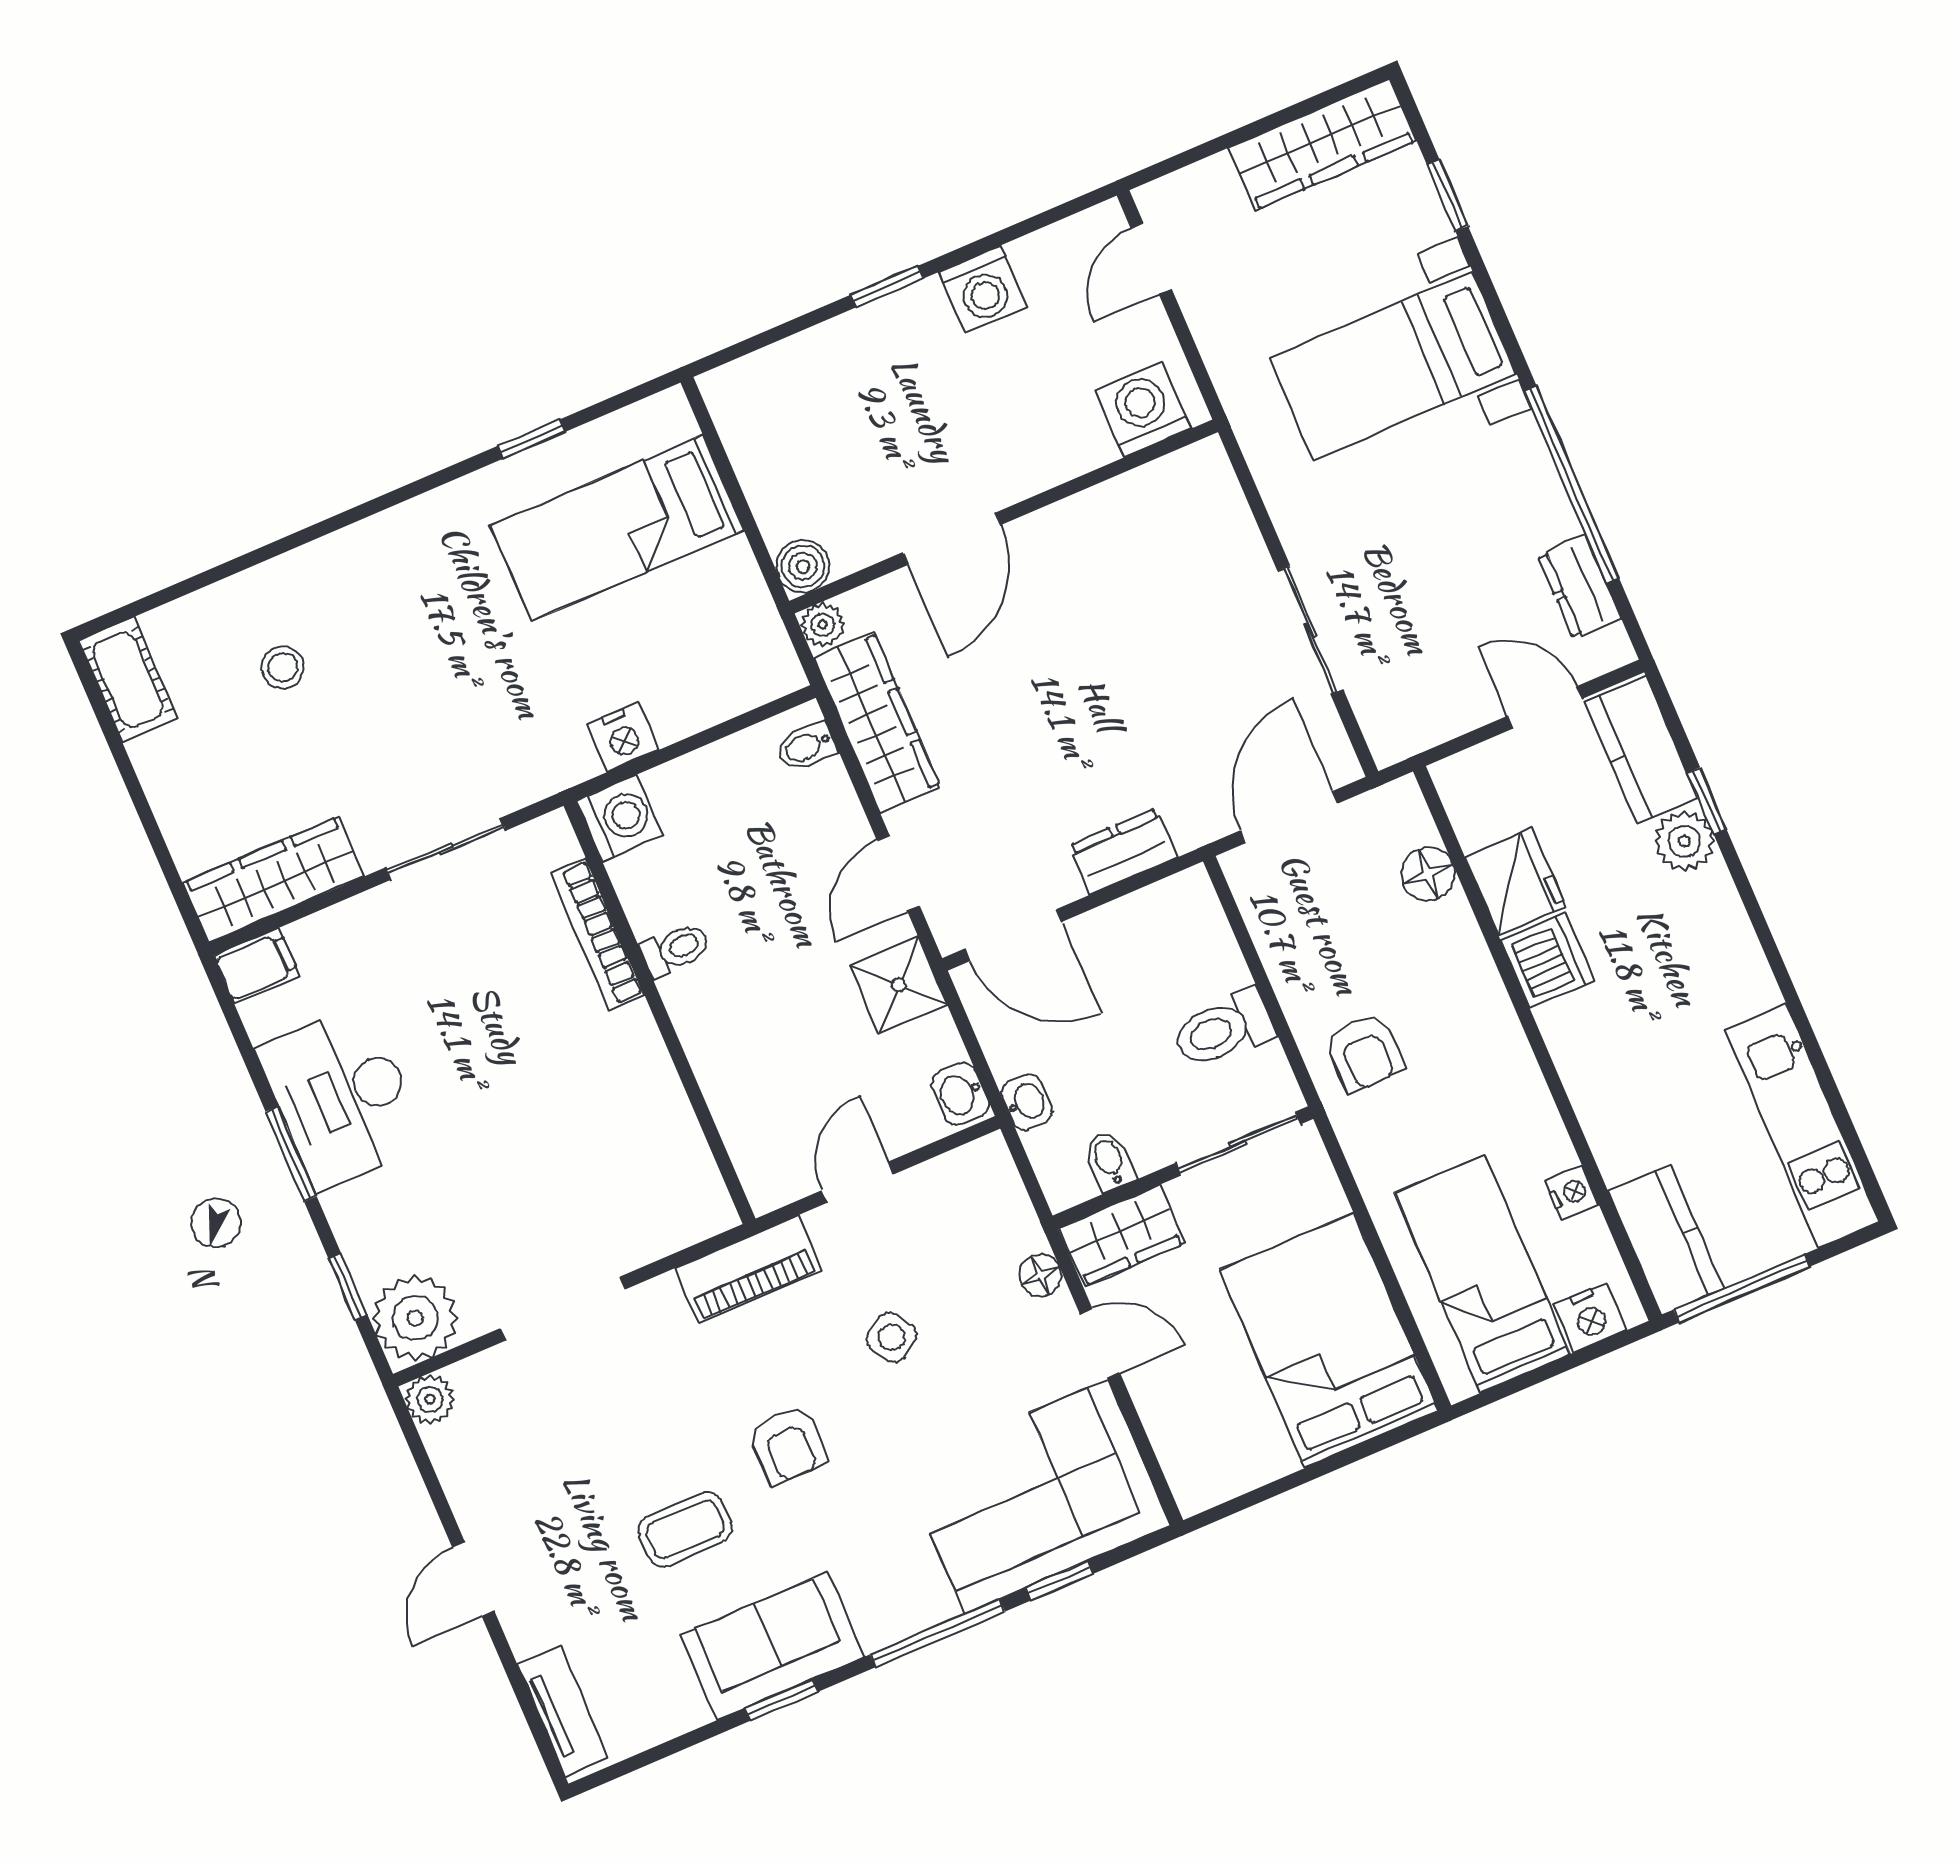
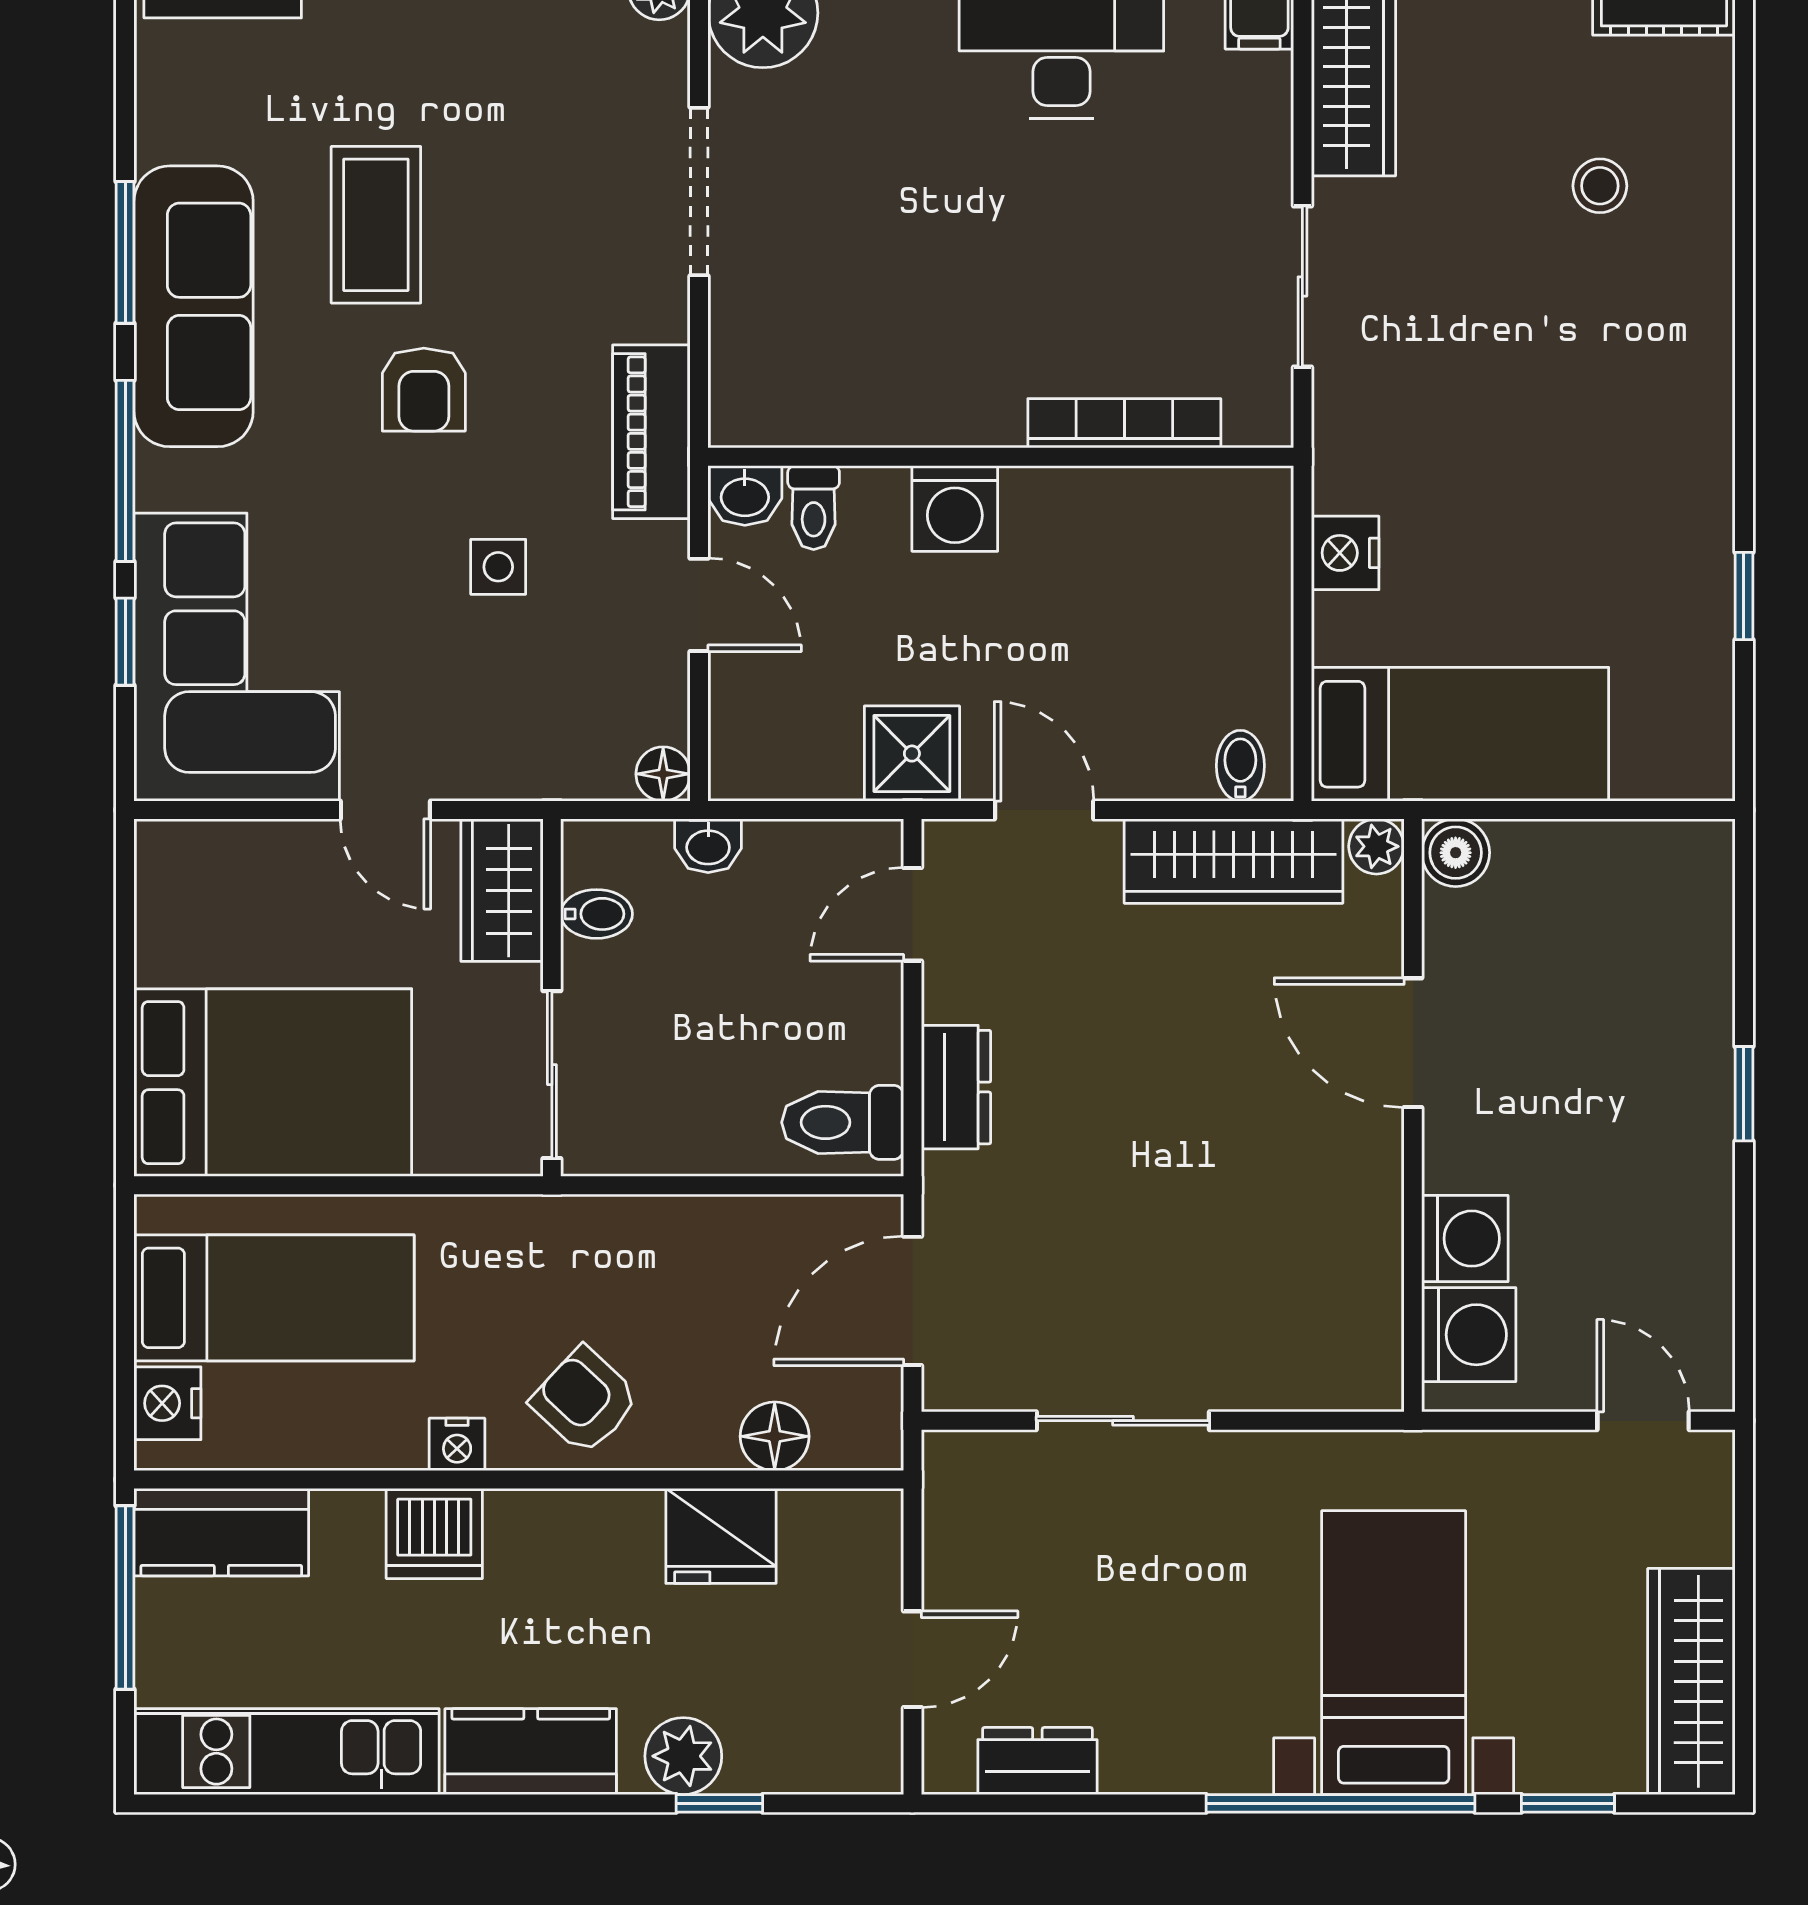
washing machine: (983, 290) -> (1465, 1239), moved, turned 180
window: (1571, 485) -> (1340, 1803), moved
bed: (617, 528) -> (1460, 734), moved, turned 90
kitchen counter: (1641, 750) -> (531, 1752), moved
door: (1289, 817) -> (912, 1301), swing flipped
washing machine: (620, 818) -> (955, 508), moved
door: (1013, 935) -> (912, 914), width x0.73
toilet: (676, 949) -> (814, 508), moved
dishwasher: (1547, 960) -> (434, 1533), moved
toilet: (1223, 1029) -> (843, 1122), moved, turned -90
armchair: (1365, 1053) -> (585, 1400), moved, turned 43
washbasin: (960, 1094) -> (745, 495), moved, turned 180
nightstand: (1572, 1193) -> (457, 1444), moved
floor lamp: (1040, 1275) -> (663, 774), moved
side table: (892, 1337) -> (498, 567), turned 34
door: (1100, 1343) -> (385, 810), hinge flipped
armchair: (788, 1445) -> (424, 390), turned -90
coffee table: (685, 1529) -> (376, 225), width x1.36, depth x1.30
sofa: (773, 1646) -> (194, 306), width x1.36
window: (782, 1700) -> (125, 252), width x1.50

